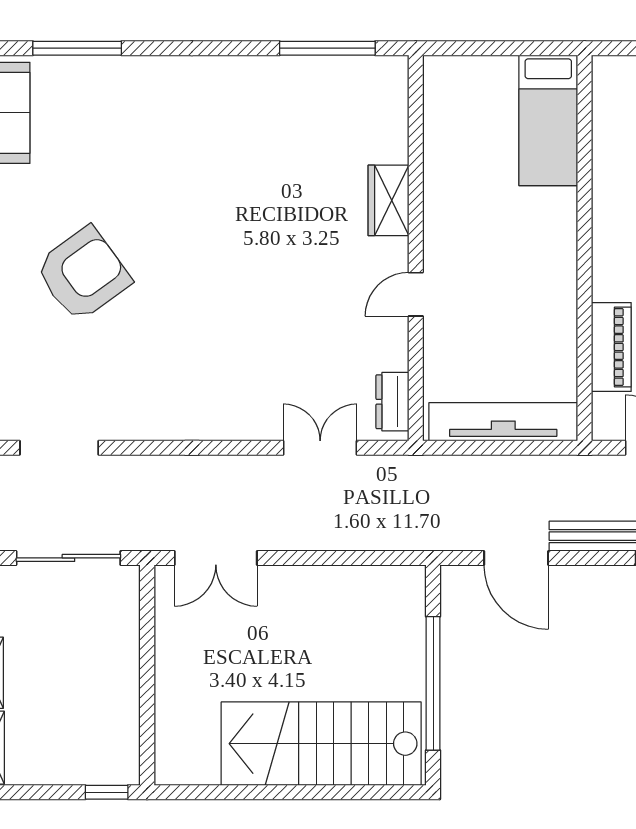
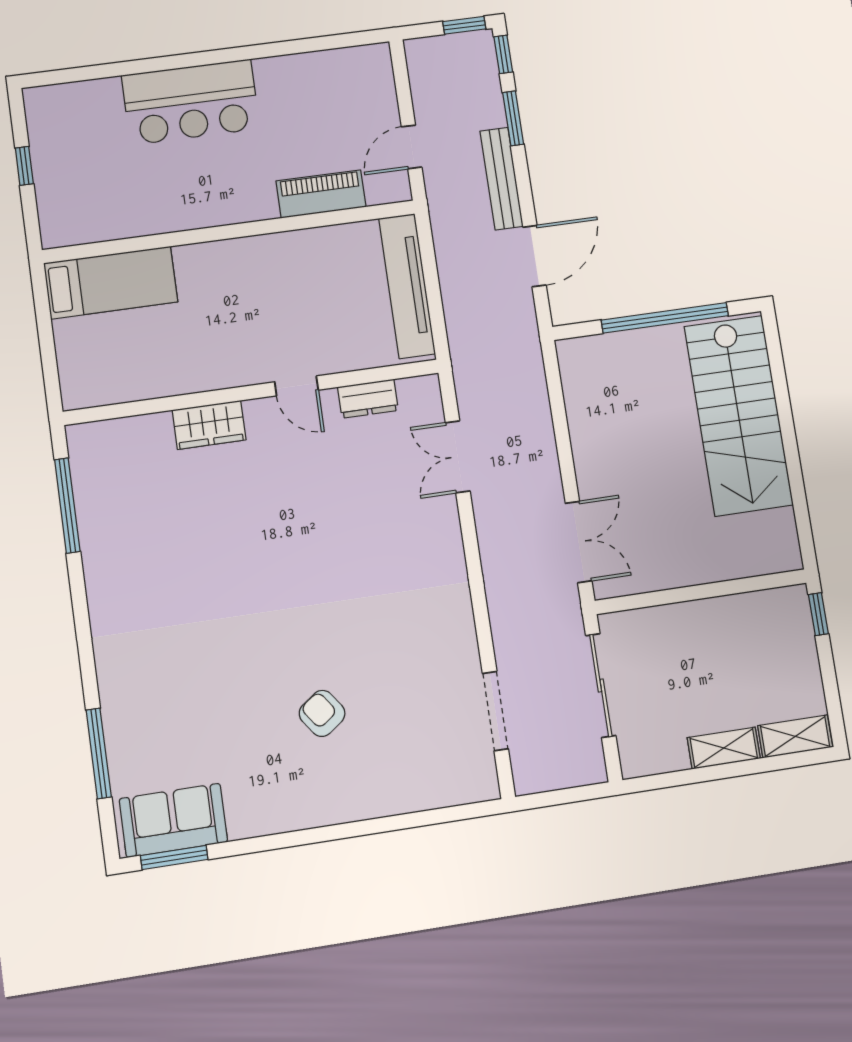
armchair: (83, 274) -> (322, 713), width x0.53, depth x0.53
dresser: (392, 402) -> (368, 399), moved

